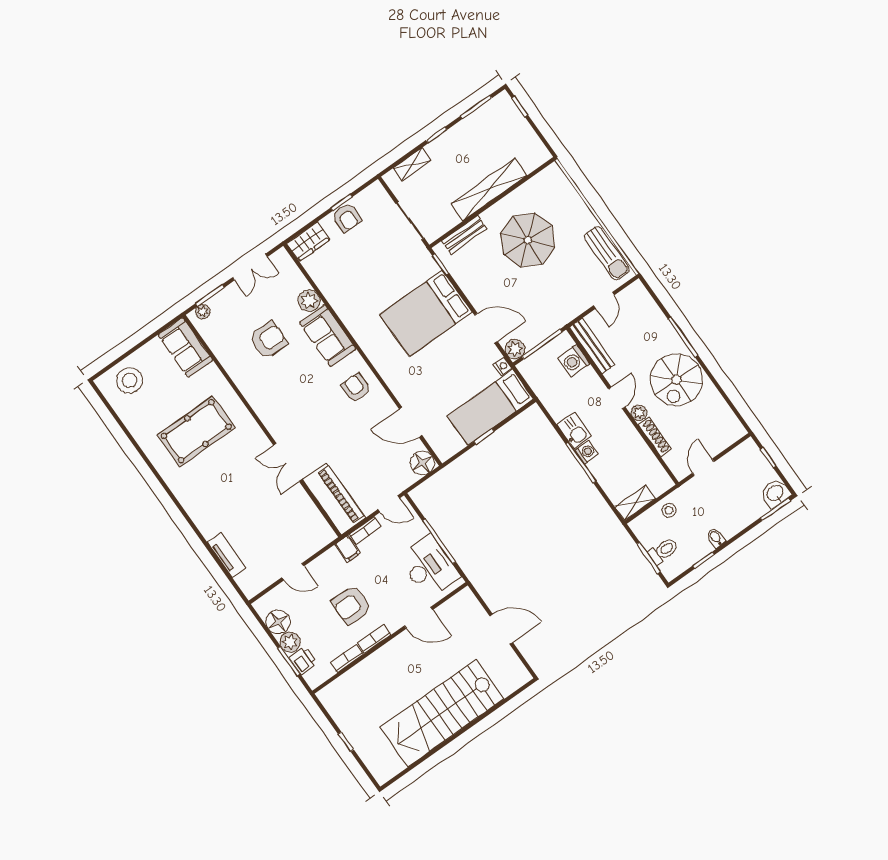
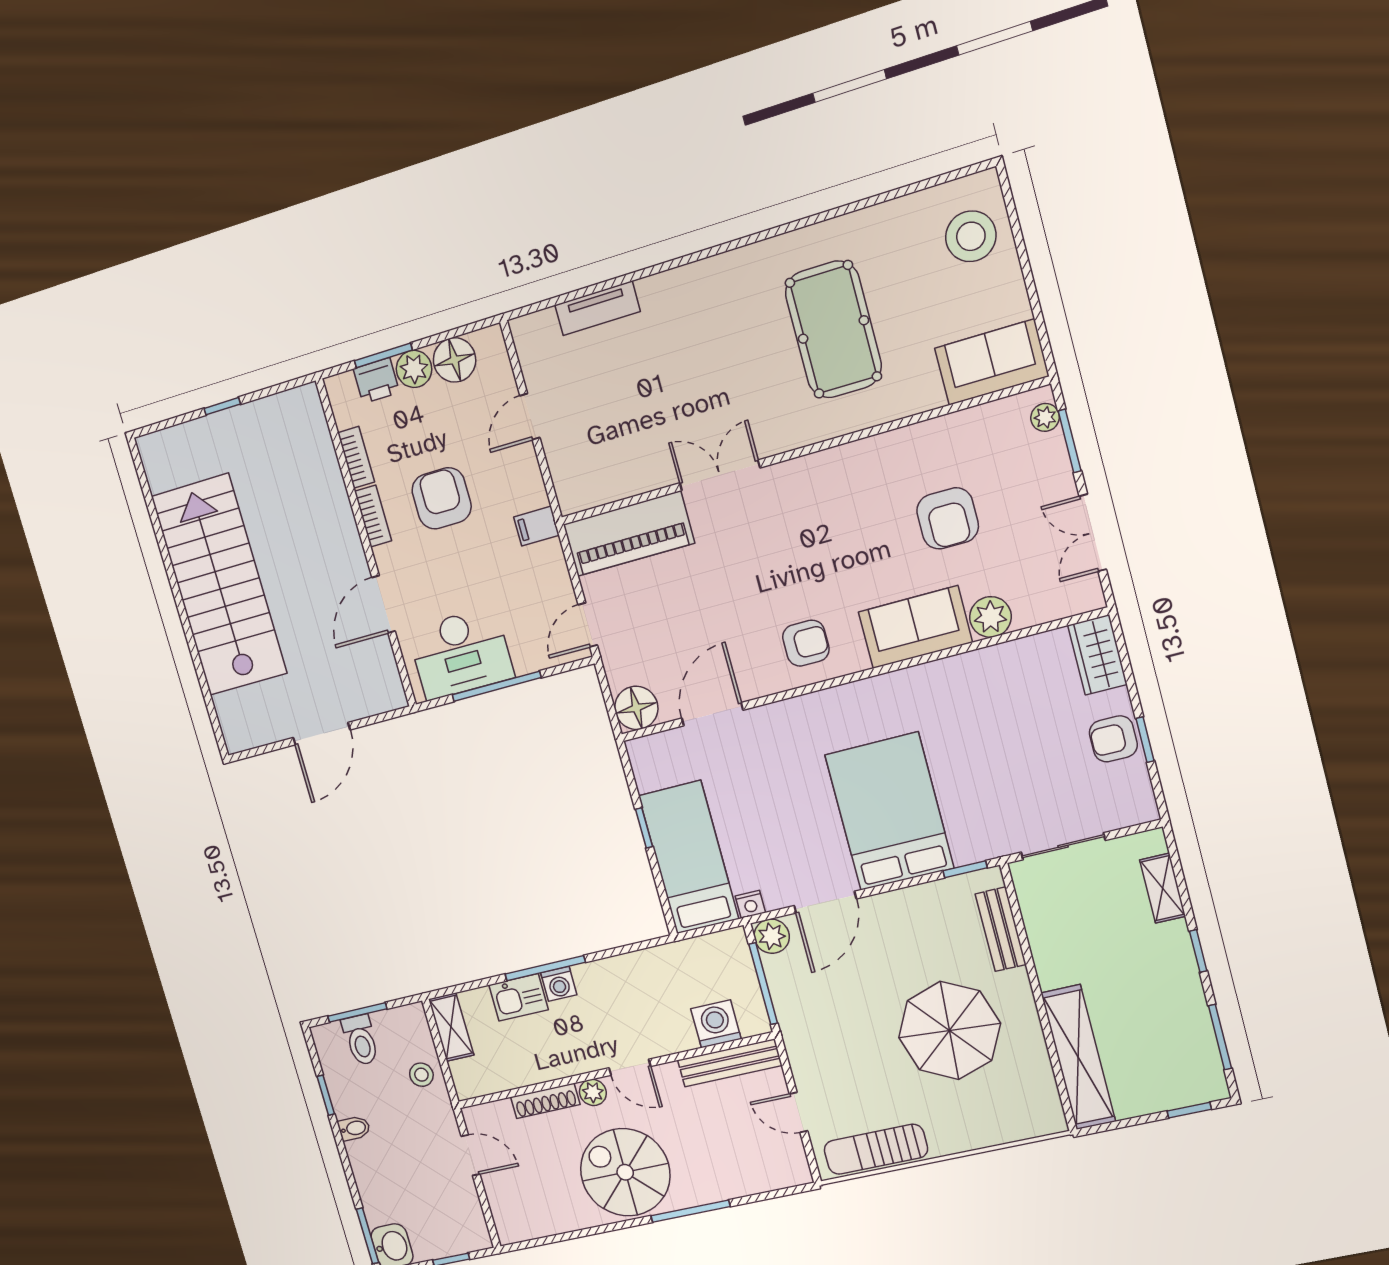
shelving: (489, 189) -> (1078, 1057), moved
kitchen sink: (574, 430) -> (519, 997), moved
bookcase: (365, 530) -> (557, 568), removed

